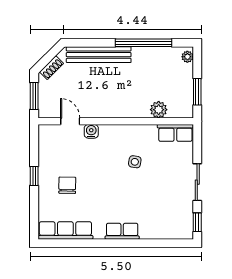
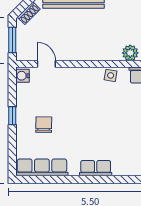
water cooler: (91, 131) -> (23, 76), moved, turned -90
side table: (135, 162) -> (111, 75), moved

